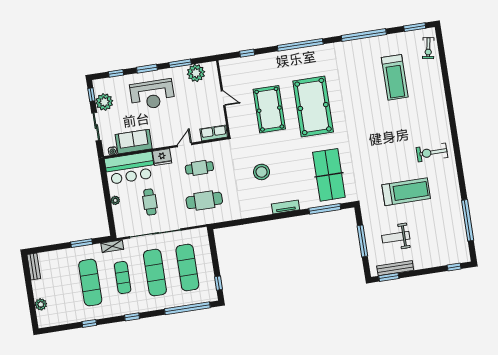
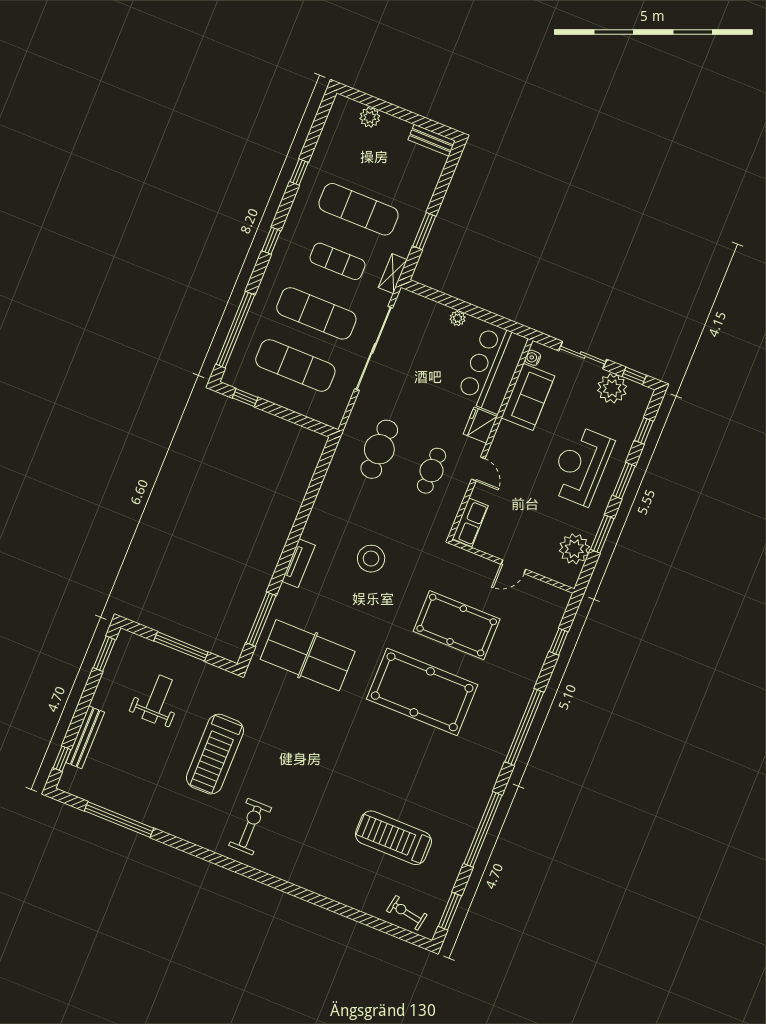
cafe table: (150, 202) -> (425, 368), removed
bench: (395, 268) -> (85, 737), moved

